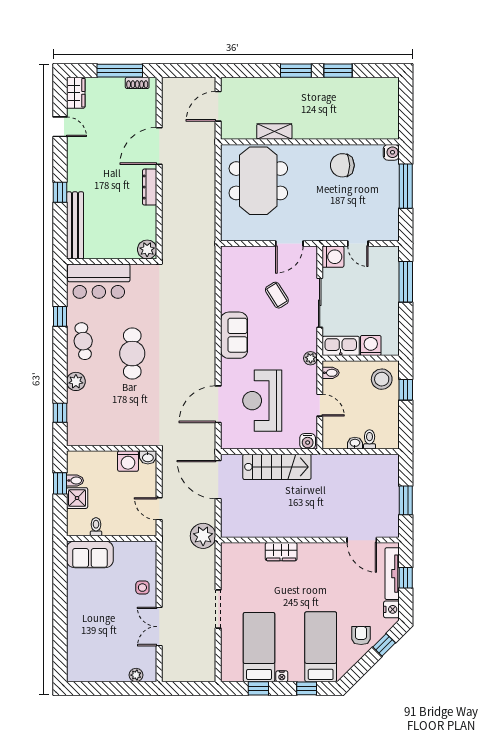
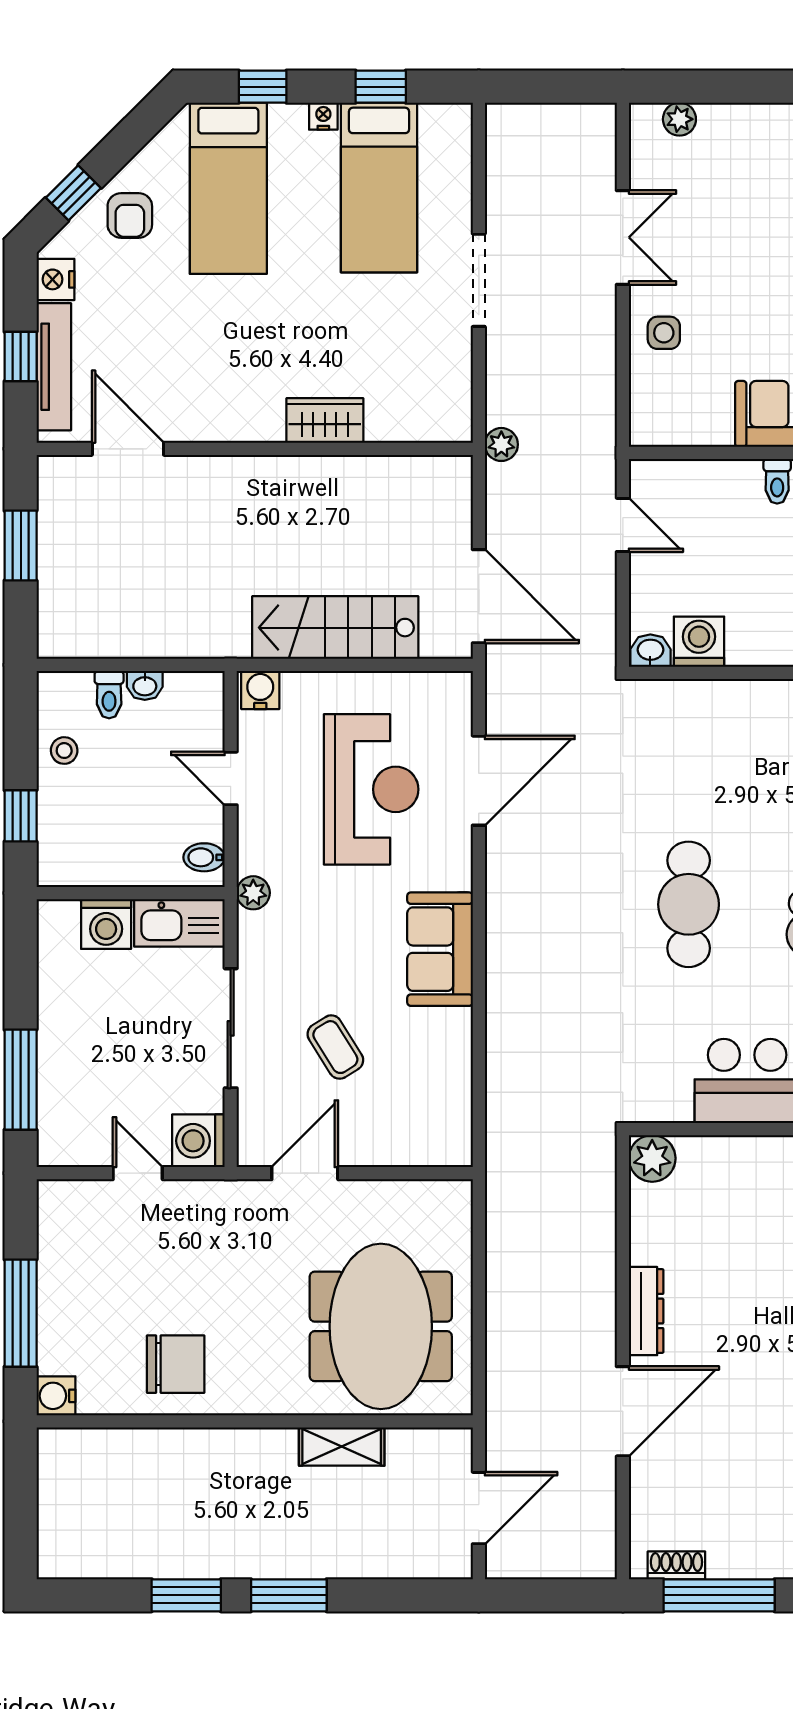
stool: (382, 379) -> (64, 751), moved, width x0.53, depth x0.53
plant: (203, 536) -> (501, 444), width x0.53, depth x0.53

